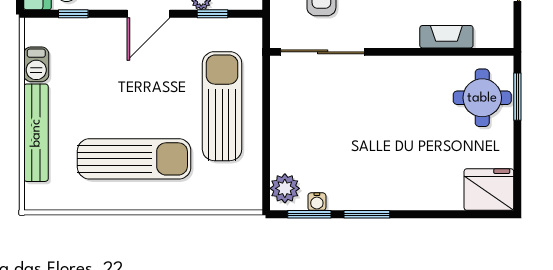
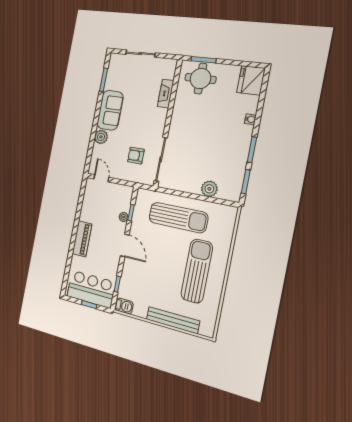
barbecue: (36, 64) -> (124, 306), moved
sun lounger: (222, 106) -> (178, 218), turned 180
plant: (285, 188) -> (209, 189), moved
water cooler: (317, 202) -> (250, 119), moved

